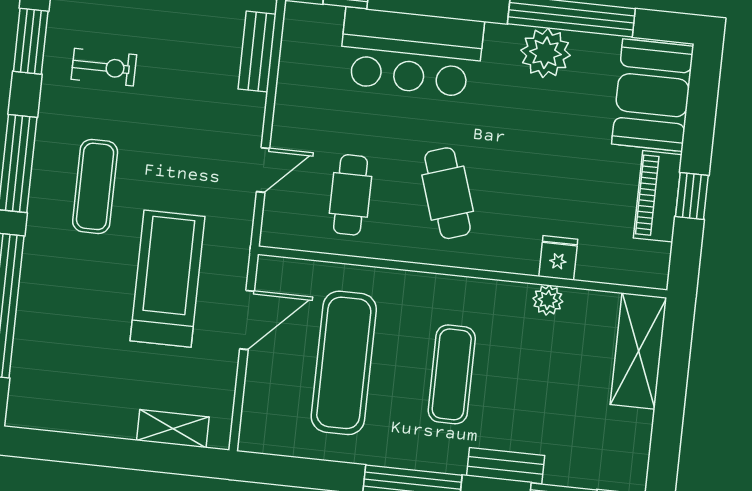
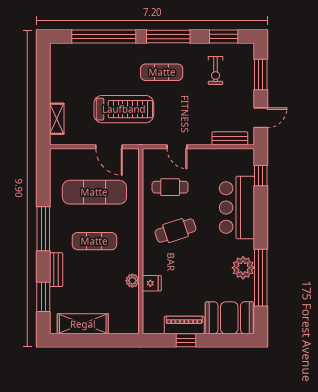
shelving: (638, 351) -> (83, 324), moved

